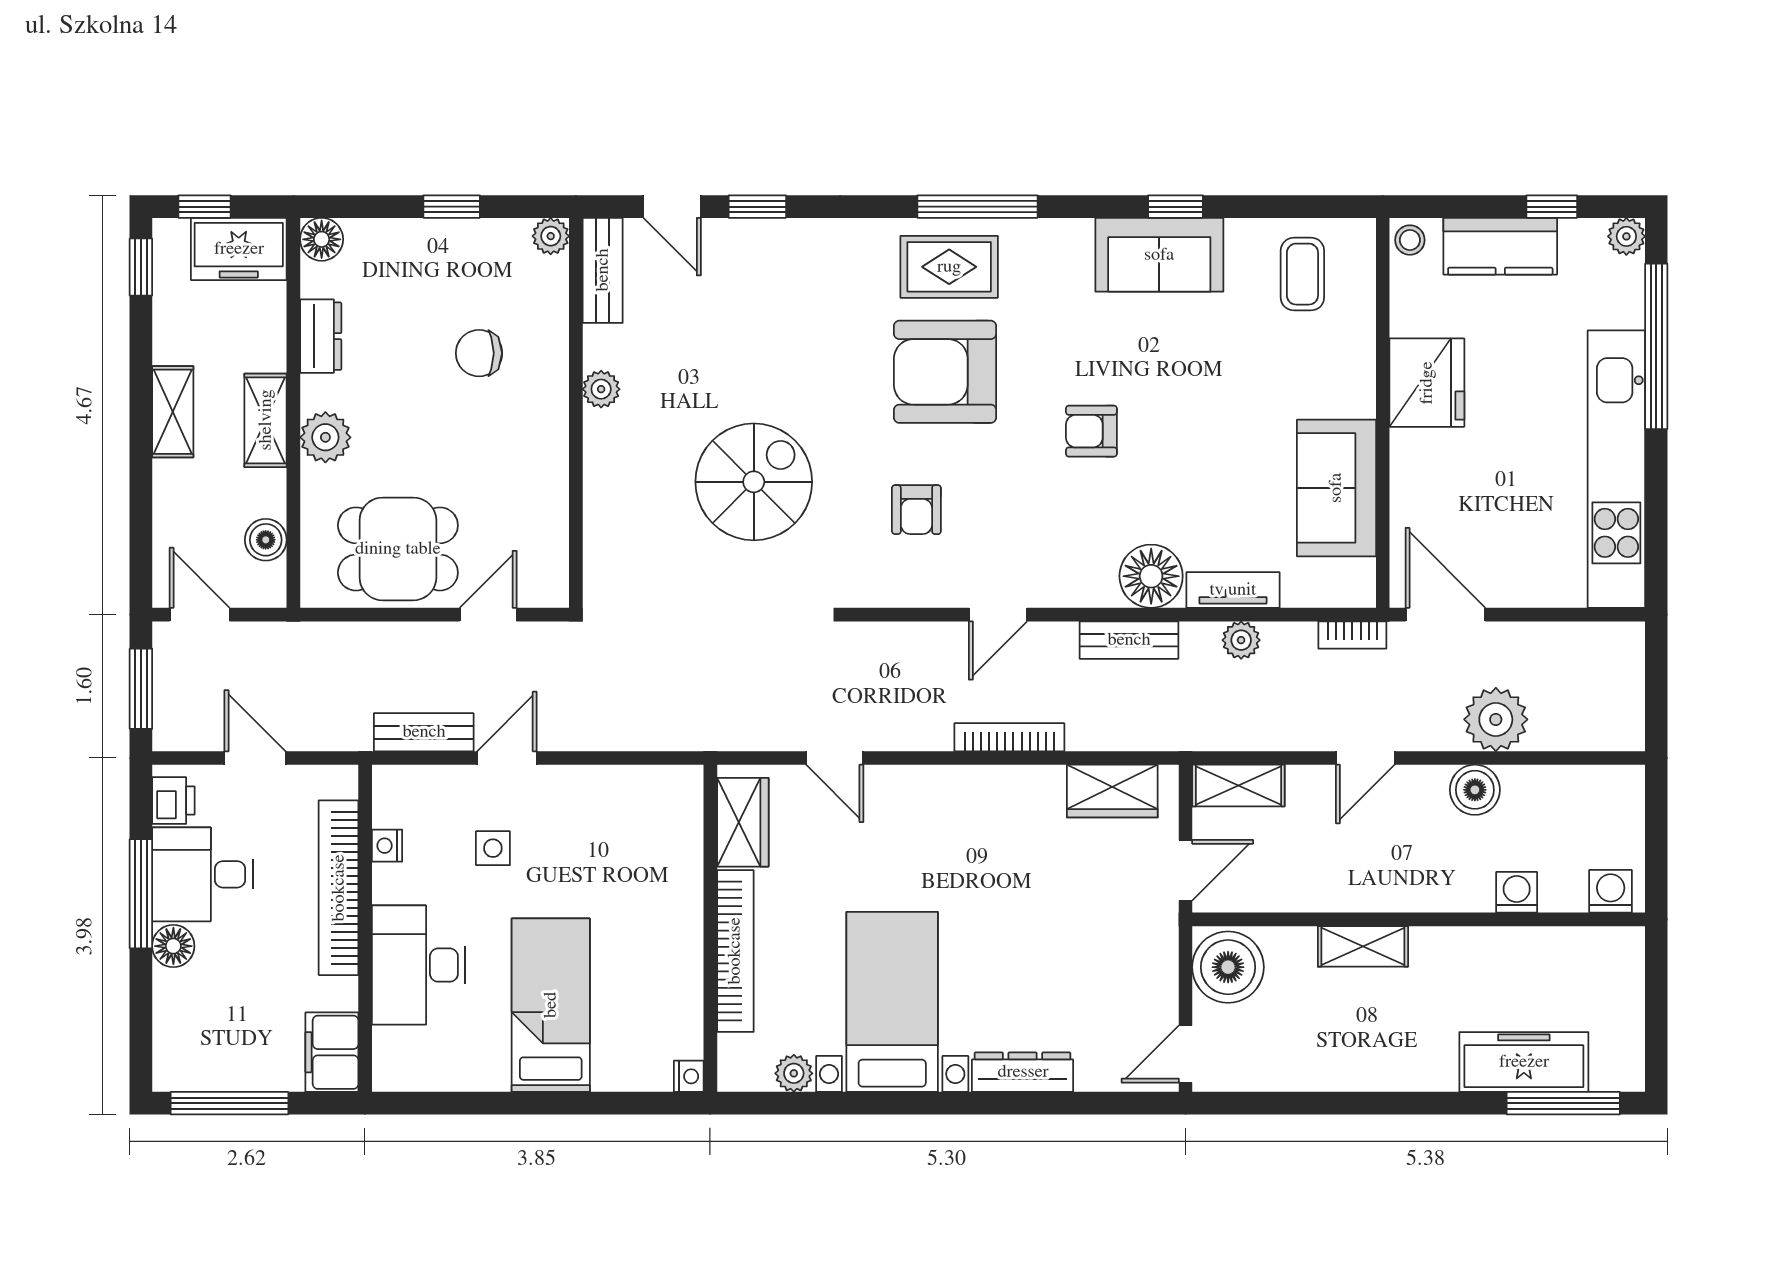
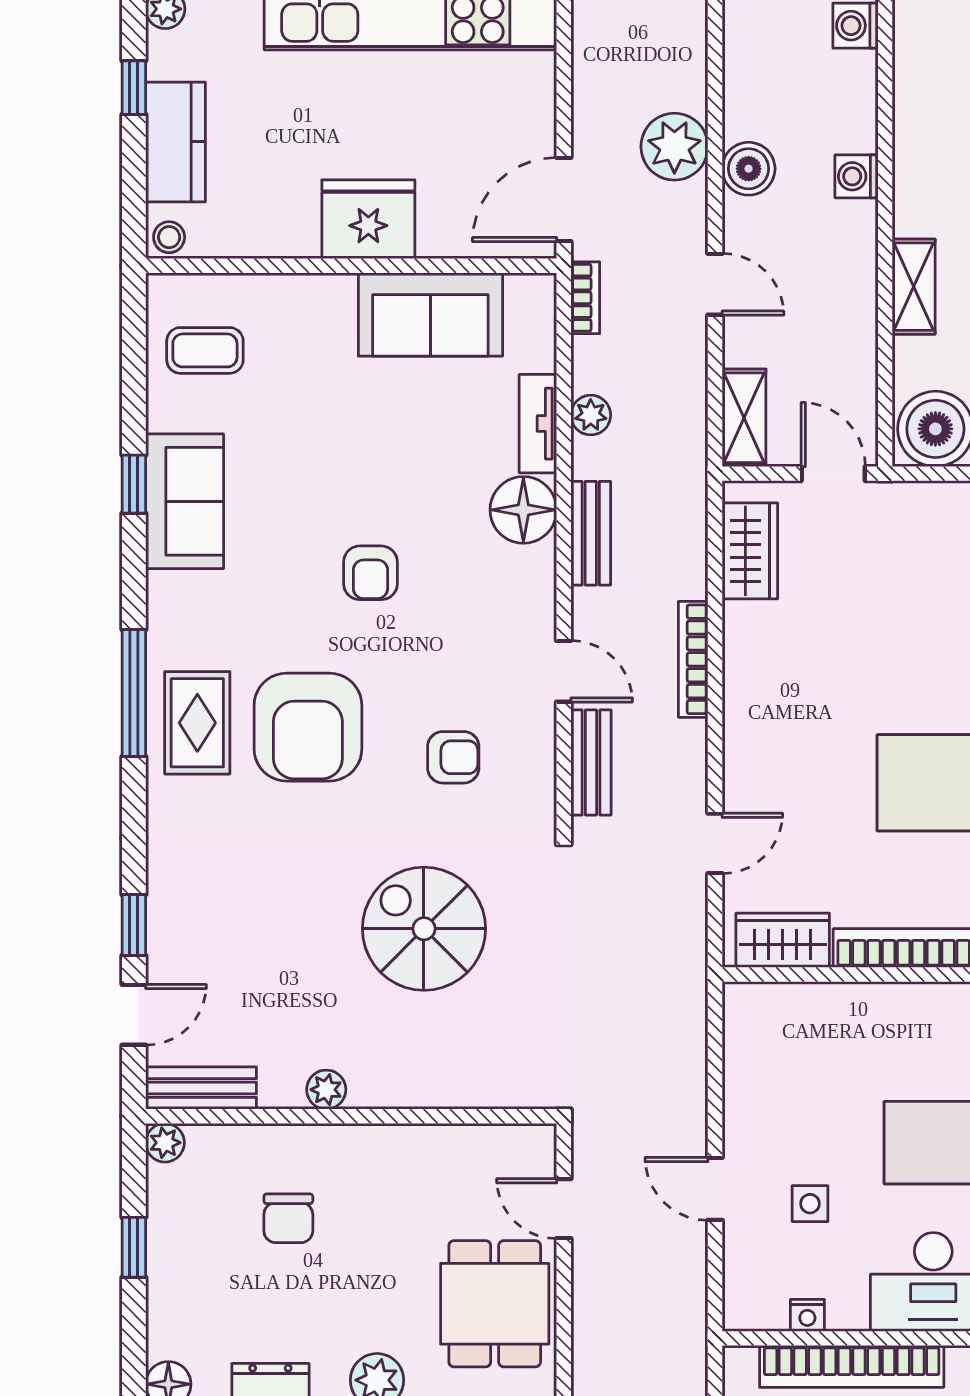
fridge: (1427, 383) -> (368, 219), moved
bench: (424, 732) -> (591, 763), moved
washing machine: (1517, 892) -> (856, 176), moved

